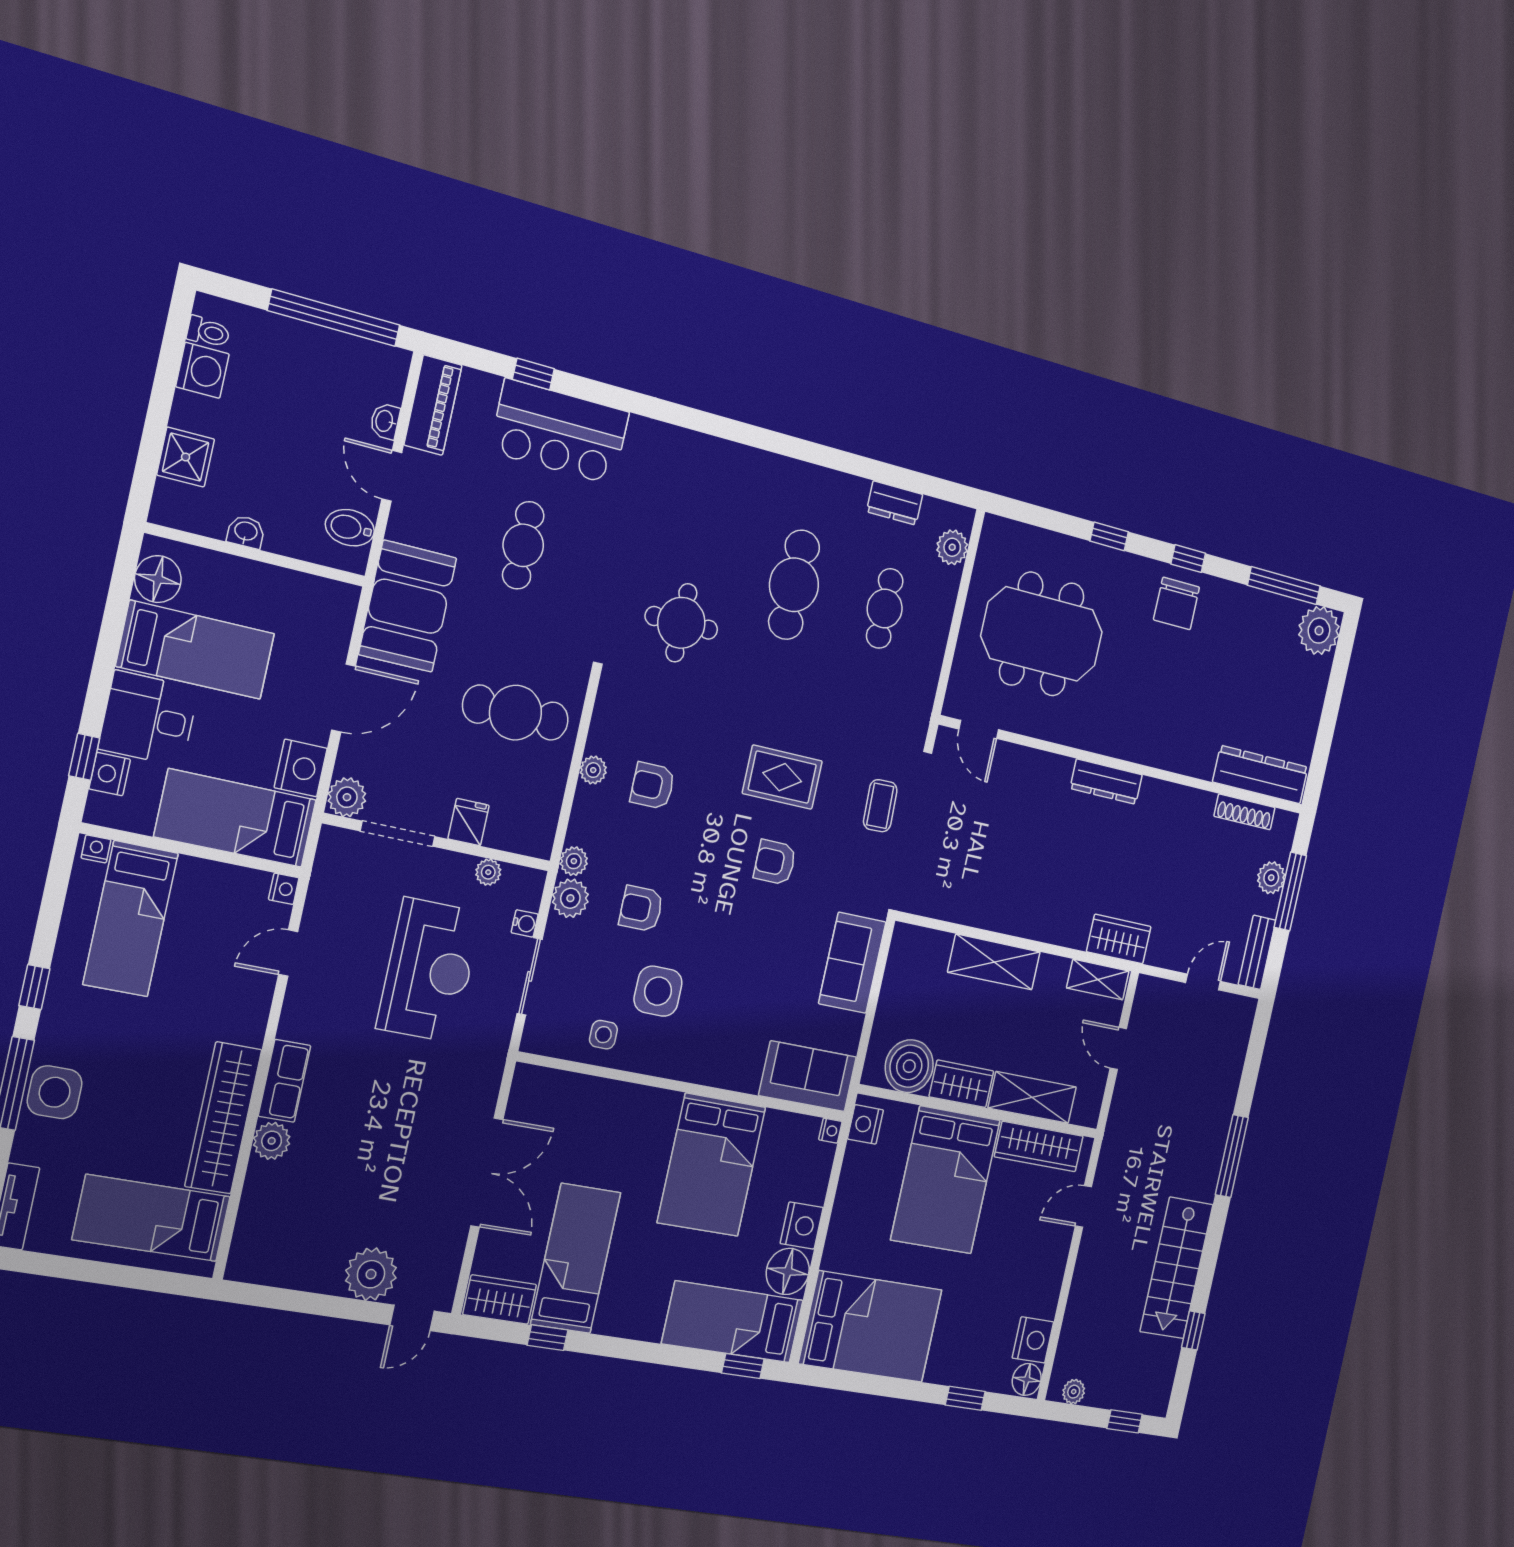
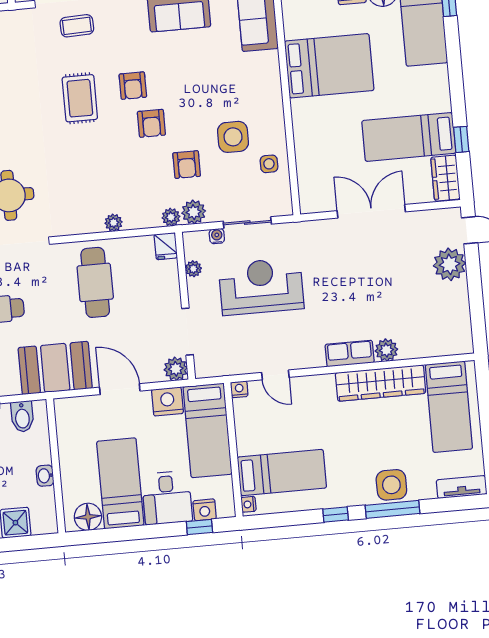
armchair: (653, 786) -> (151, 123), moved
fridge: (469, 822) -> (166, 246), moved, turned -90

